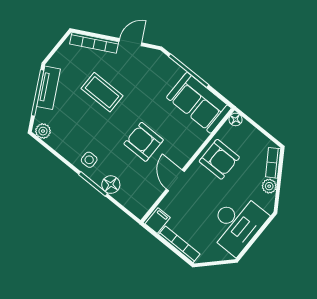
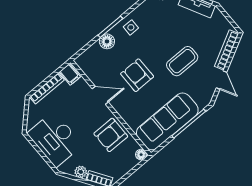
coffee table: (102, 92) -> (182, 61), moved
sofa: (199, 103) -> (167, 121), width x1.36
armchair: (144, 142) -> (137, 75), turned -90

